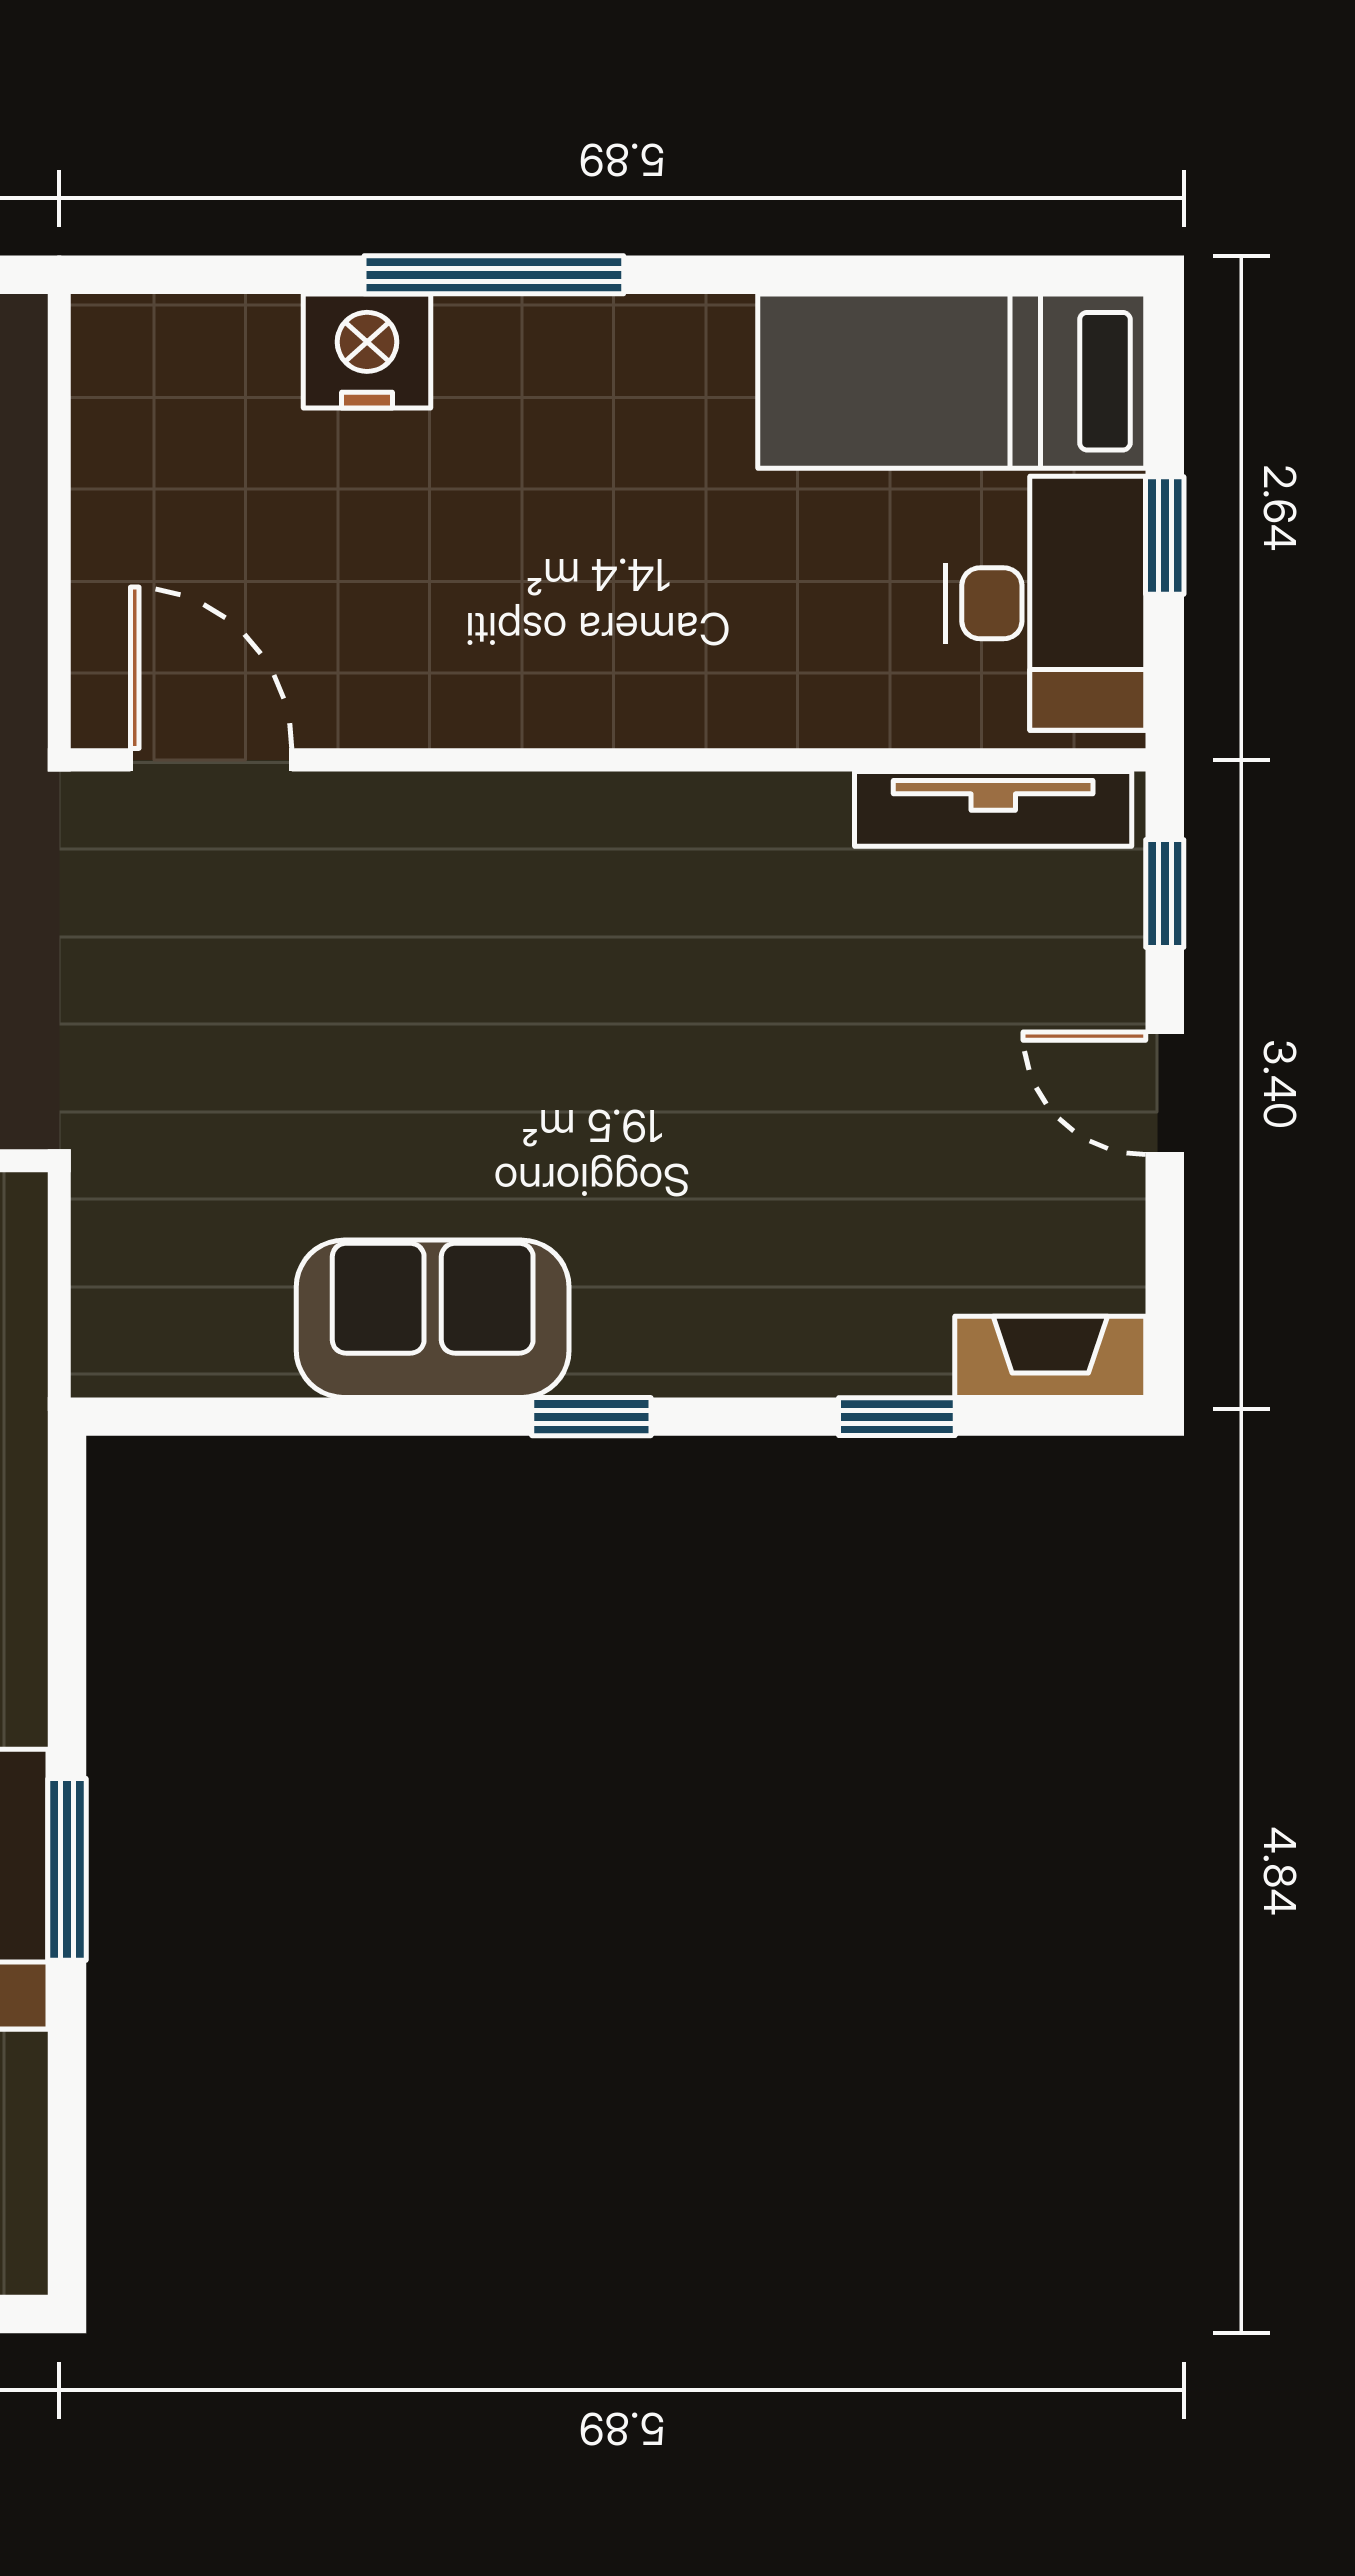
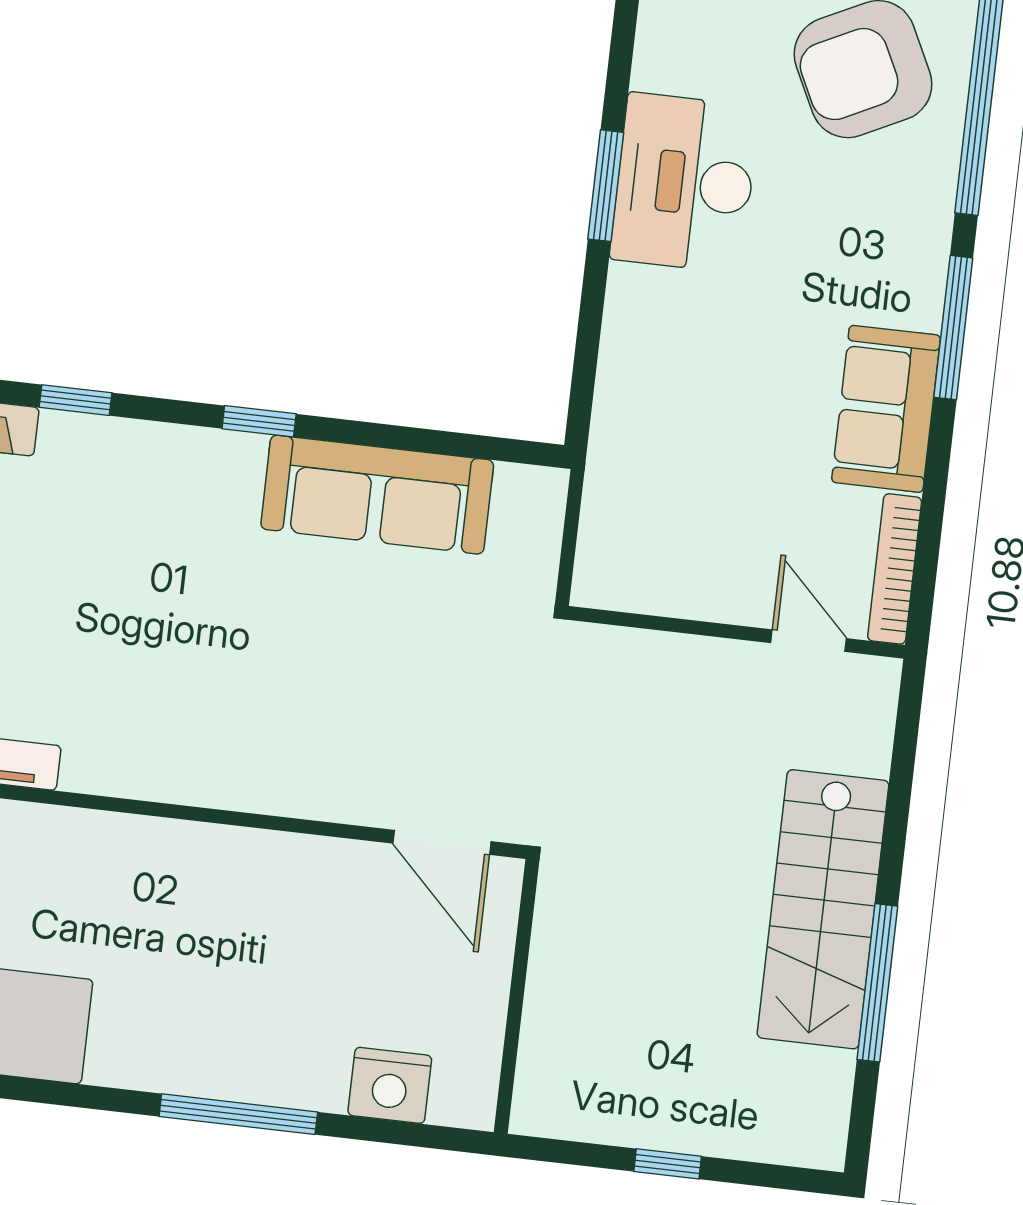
nightstand: (367, 351) -> (390, 1085), moved
sofa: (433, 1319) -> (377, 495), width x1.36

